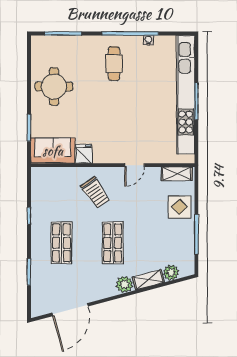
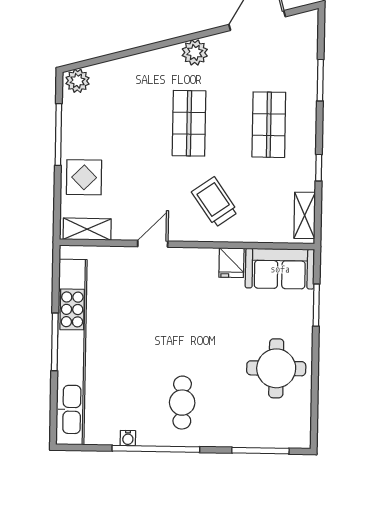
plant: (171, 272) -> (78, 81), moved
shelving: (148, 280) -> (305, 215), moved, turned -75
plant: (124, 284) -> (195, 52), moved

